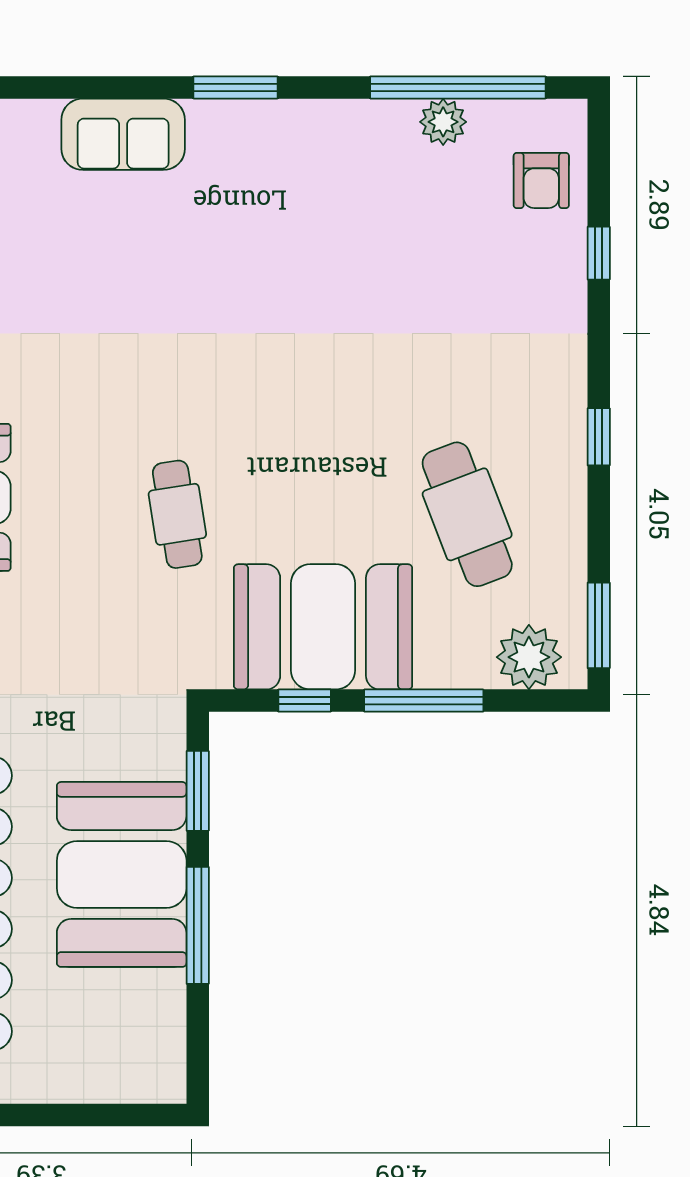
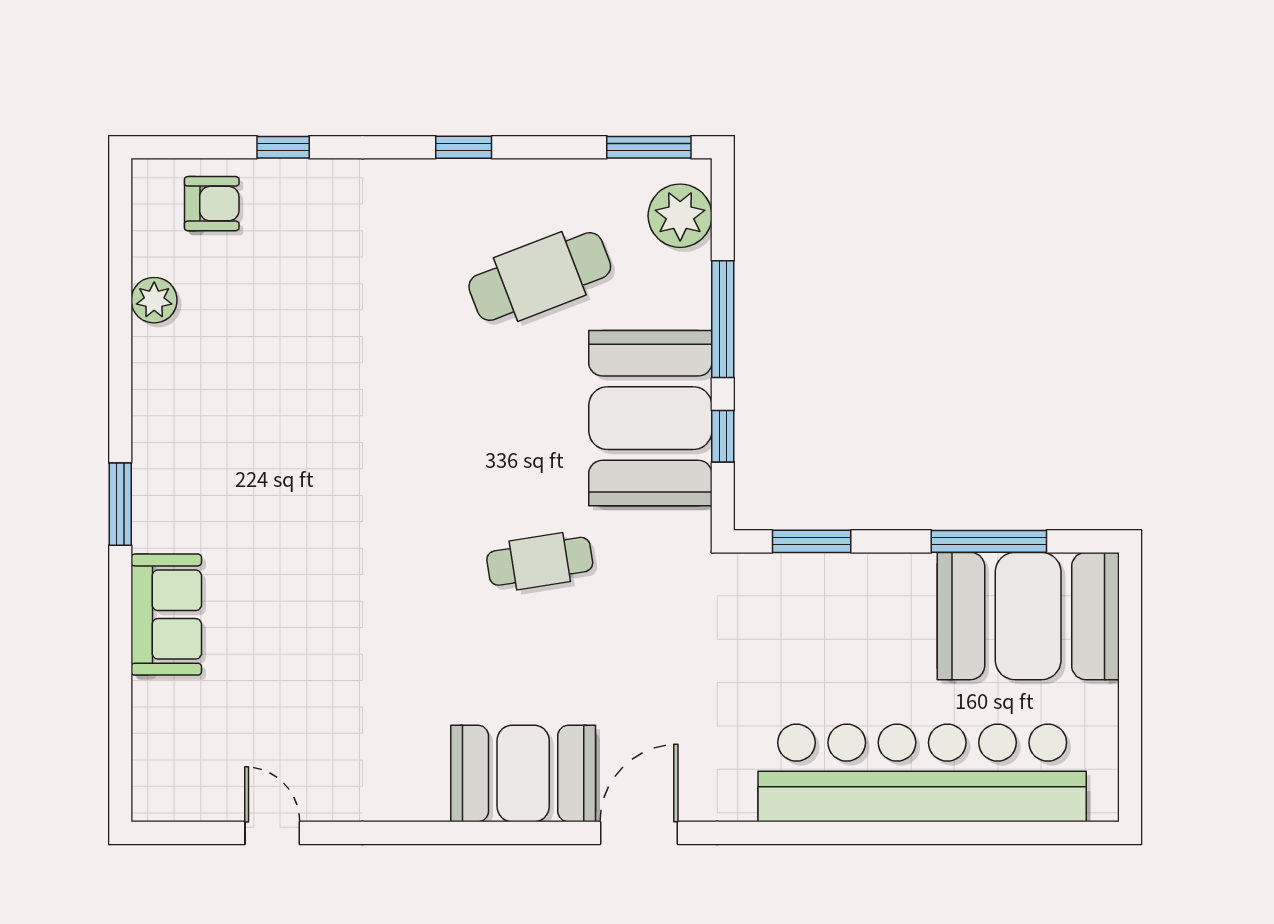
window: (458, 87) -> (120, 286), removed
booth: (122, 874) -> (1028, 616), moved
window: (198, 925) -> (989, 541), moved

